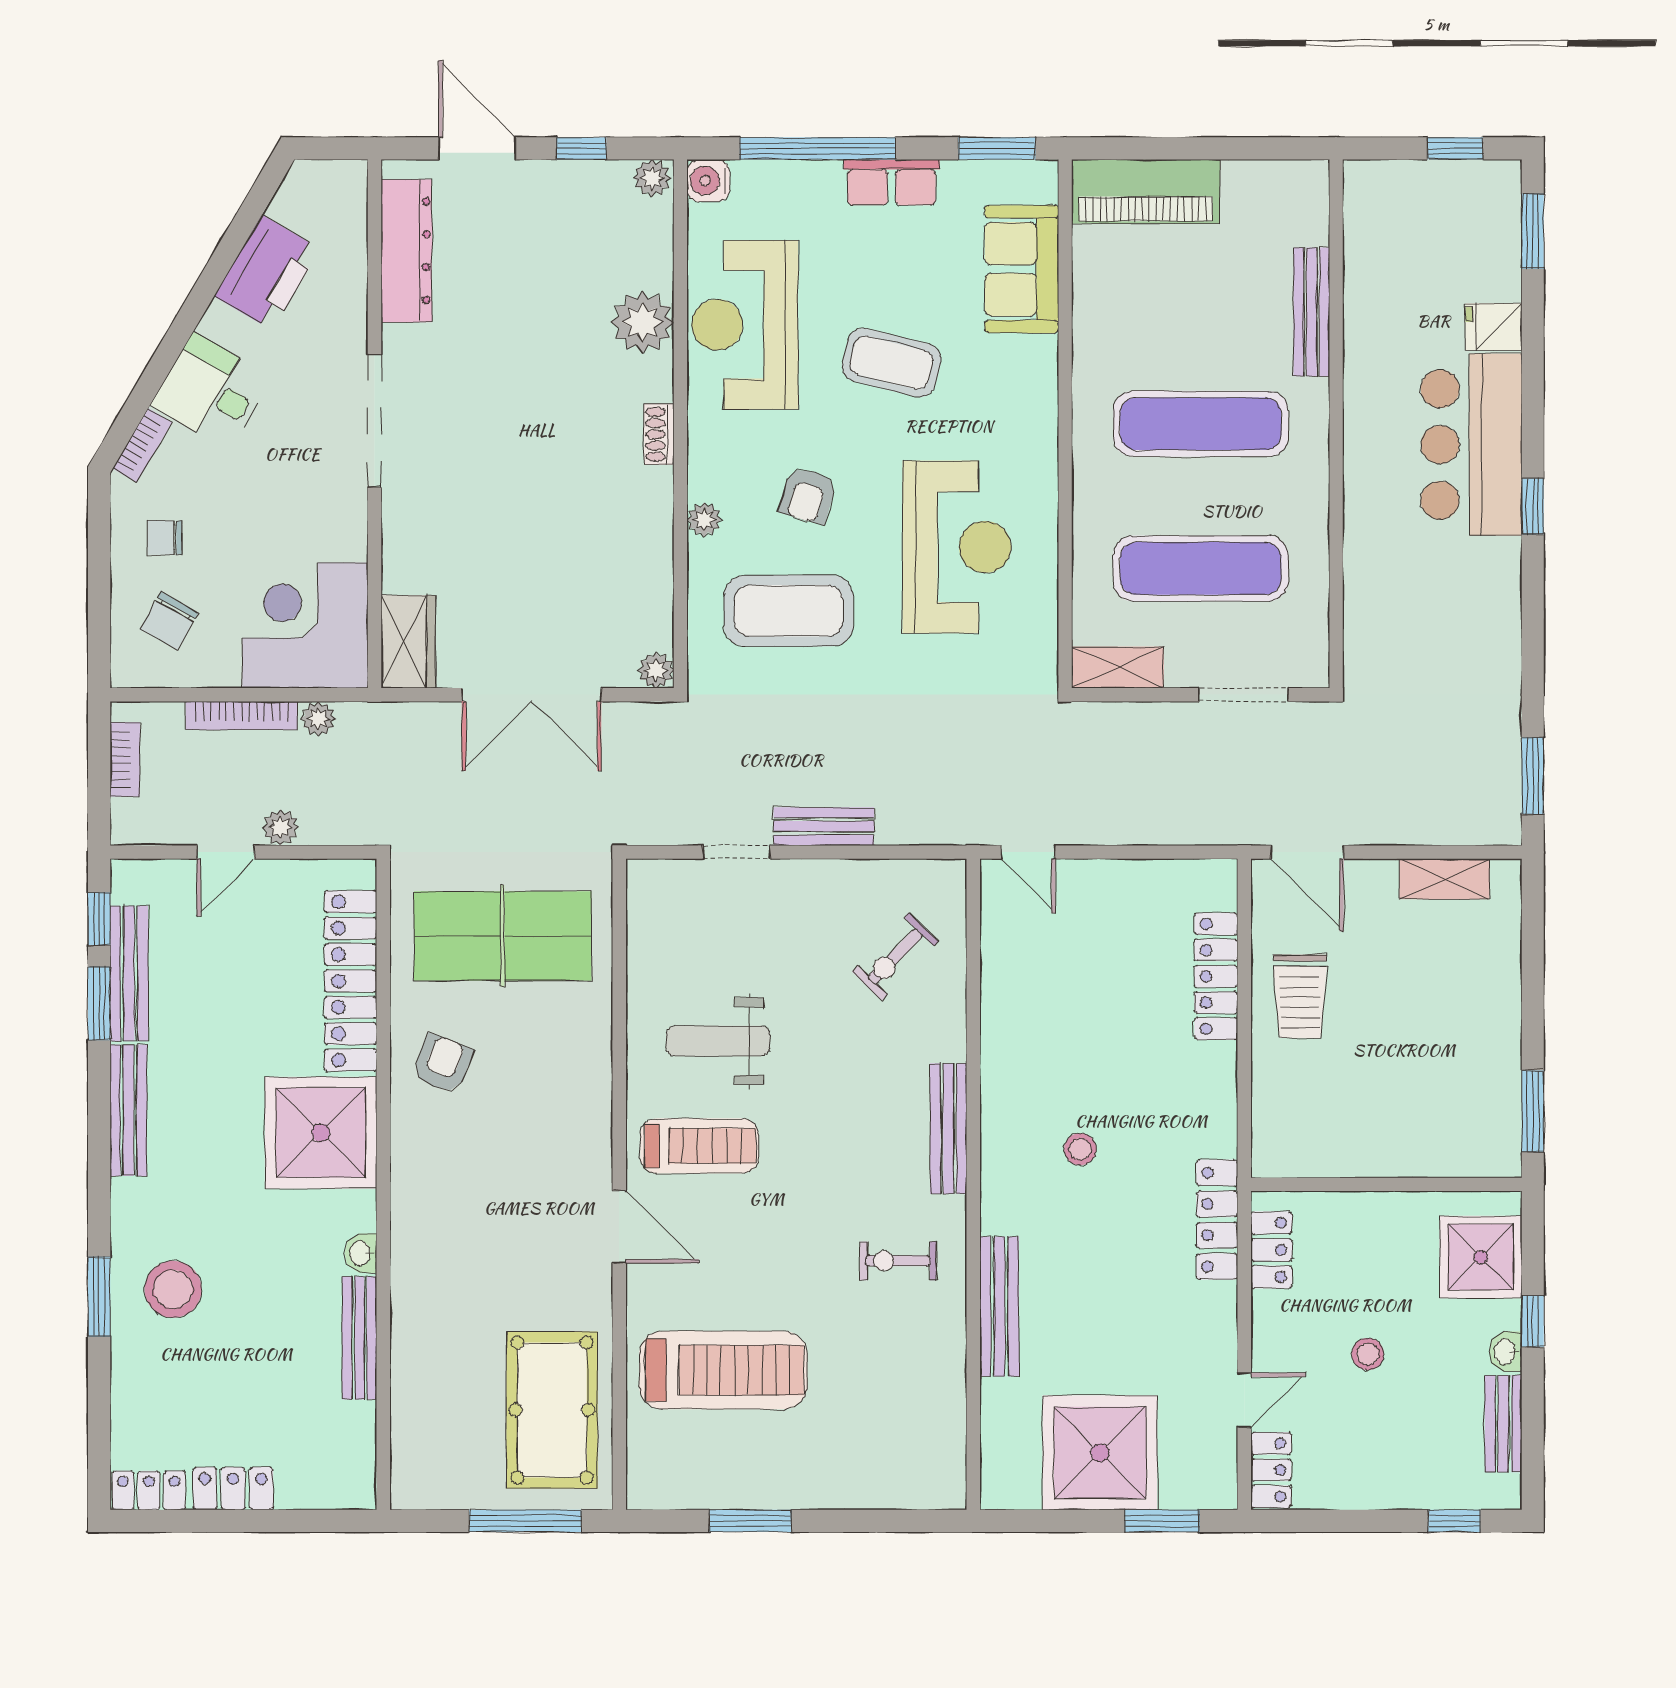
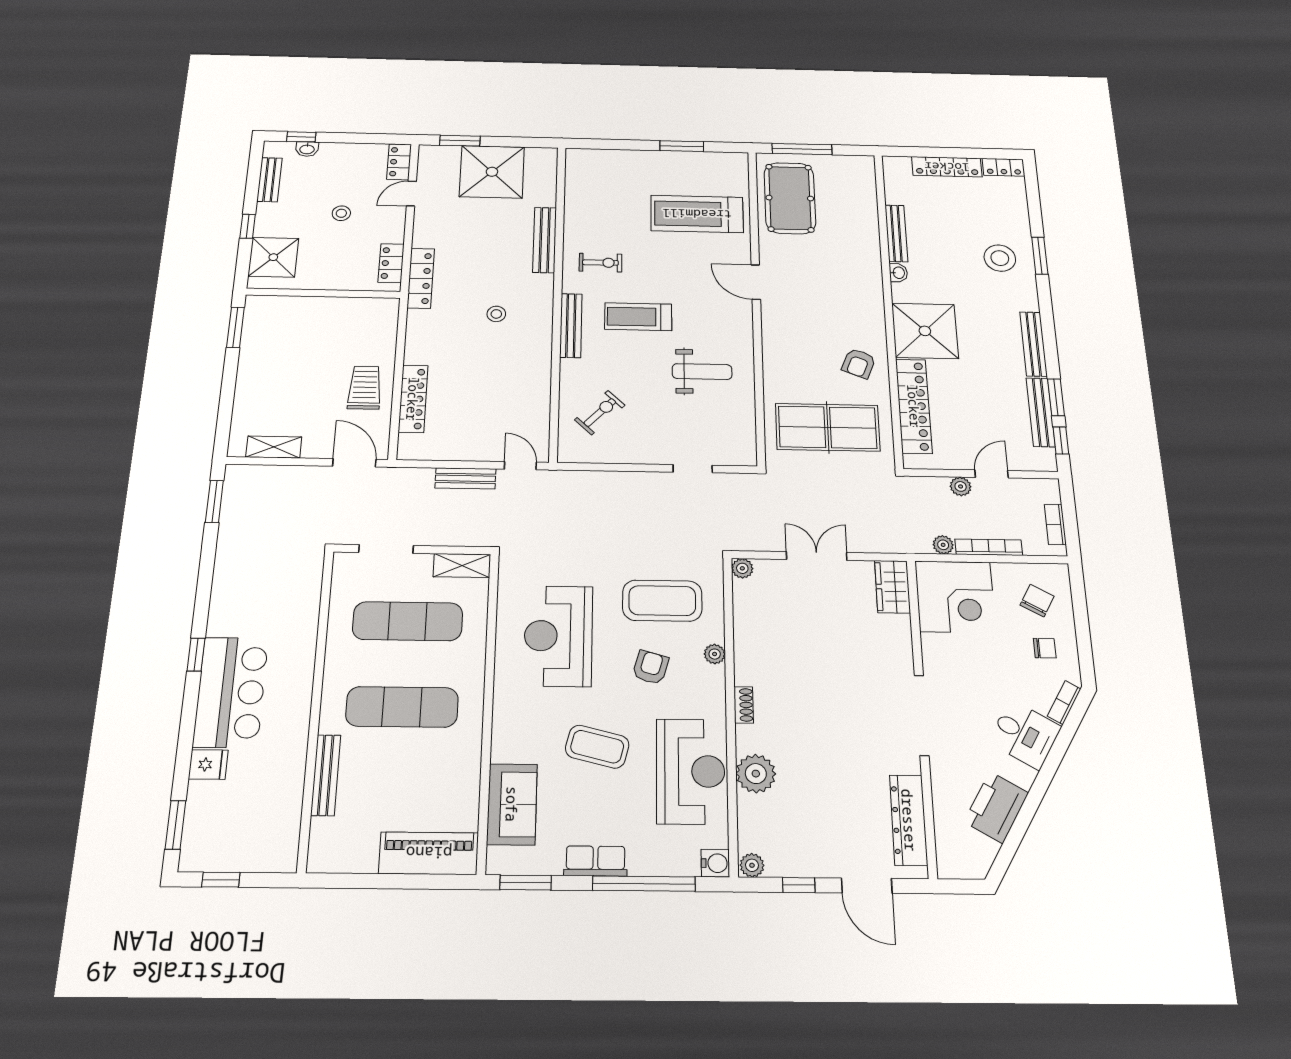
double door: (532, 695) -> (817, 556), width x0.73
bench: (824, 826) -> (465, 478), moved
treadmill: (699, 1146) -> (638, 317), moved
washbasin: (1506, 1352) -> (307, 149), moved, turned 90
locker: (233, 1489) -> (947, 167), width x1.53

